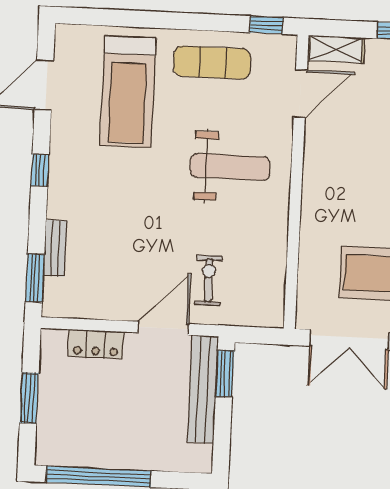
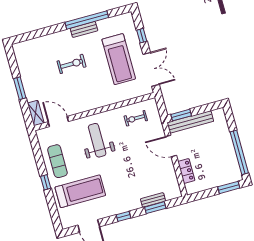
window: (266, 25) -> (46, 182), moved
window: (35, 278) -> (155, 208), moved
exercise bike: (209, 280) -> (136, 118), moved
window: (29, 398) -> (229, 187), moved

